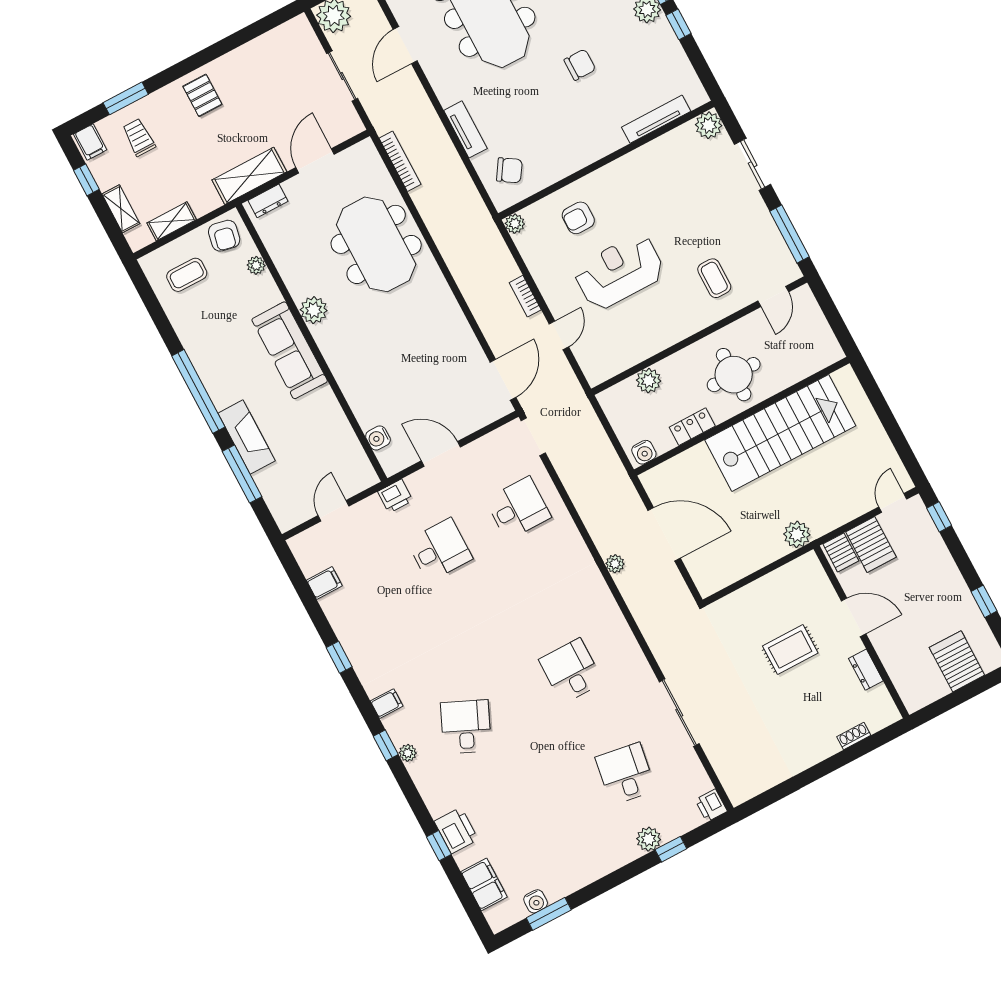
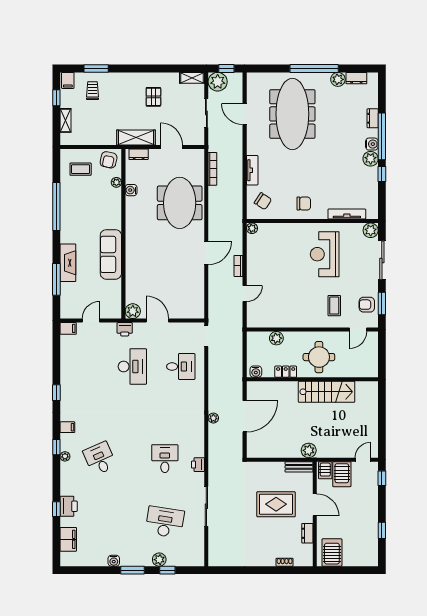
door: (405, 45) -> (245, 114), hinge flipped
chair: (580, 65) -> (304, 204), moved
pallet: (202, 95) -> (153, 97), moved
door: (315, 161) -> (172, 147), hinge flipped
sliding door: (753, 164) -> (382, 260), width x1.37
armchair: (578, 218) -> (367, 305), moved
shelving: (172, 221) -> (192, 78), moved
window: (789, 234) -> (382, 303), width x0.69
reception desk: (619, 272) -> (325, 254), moved, turned -90
plant: (314, 310) -> (133, 311), moved
sofa: (290, 350) -> (111, 254), moved
door: (503, 380) -> (206, 253), moved
window: (198, 391) -> (56, 207), moved
stairs: (780, 433) -> (327, 392), width x0.73, depth x0.66
water cooler: (378, 438) -> (131, 190), moved
door: (664, 534) -> (245, 416), hinge flipped
desk: (440, 550) -> (132, 367), width x1.37
bench: (795, 569) -> (299, 467), added
filing cabinet: (324, 583) -> (68, 328), moved
rug: (790, 650) -> (276, 504), width x1.36, depth x1.43
server rack: (957, 661) -> (332, 552), moved
desk: (466, 727) -> (100, 459), turned -48
desk: (626, 774) -> (165, 522), width x1.37
printer: (711, 805) -> (198, 465), moved
water cooler: (536, 901) -> (114, 561), moved
window: (549, 914) -> (132, 570), moved

